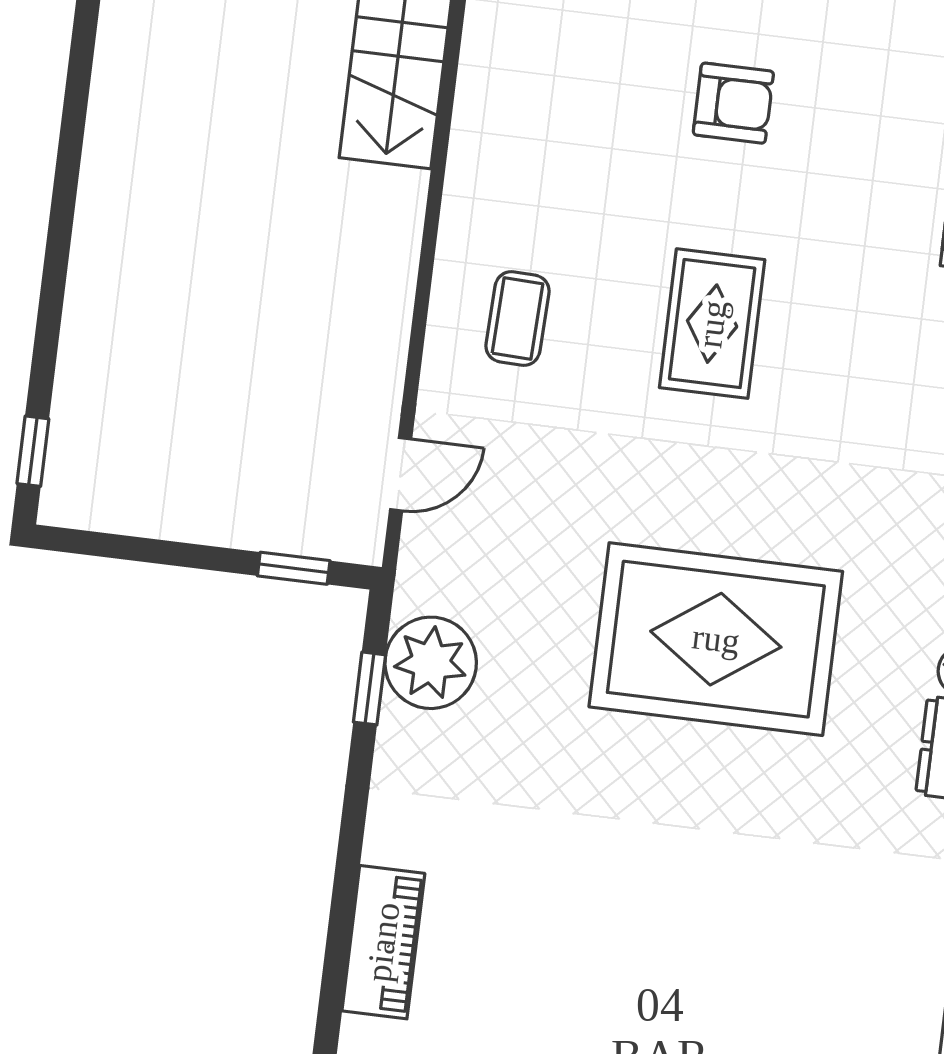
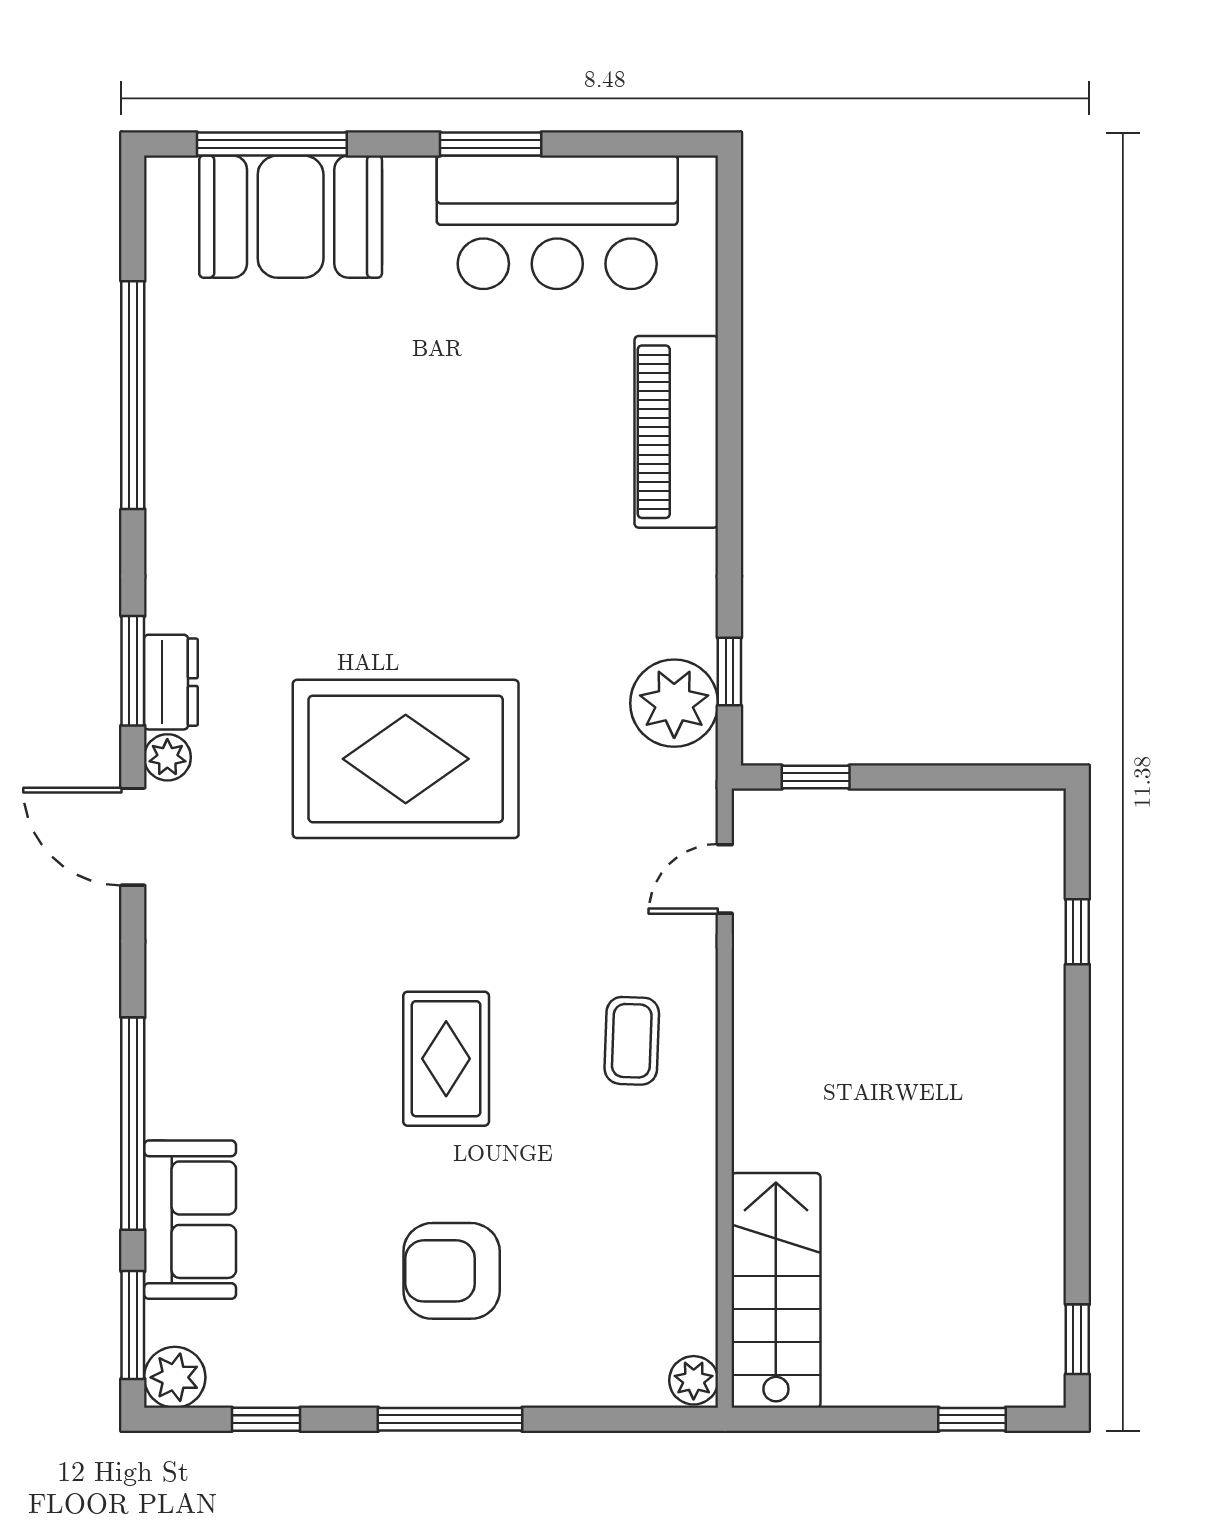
armchair: (733, 103) -> (452, 1271), width x1.38, depth x1.38
window: (33, 451) -> (1077, 932), moved
piano: (383, 942) -> (676, 432), width x1.37, depth x1.33

